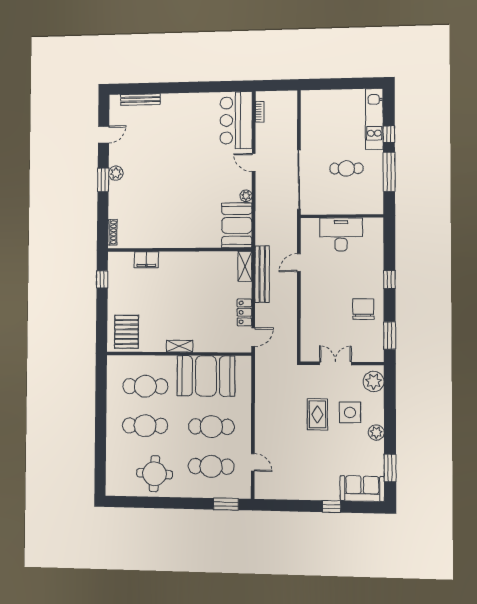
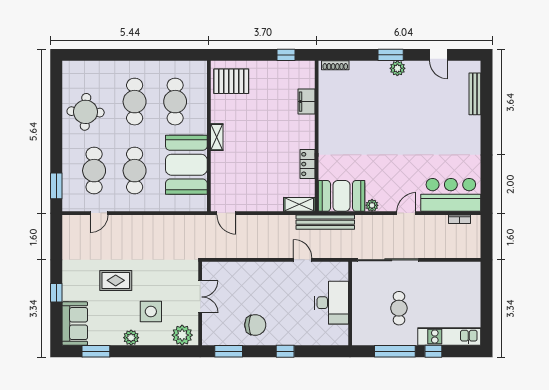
bench: (262, 274) -> (325, 222), moved
locker: (244, 312) -> (307, 164), moved, turned -90
rug: (317, 414) -> (116, 280), moved

